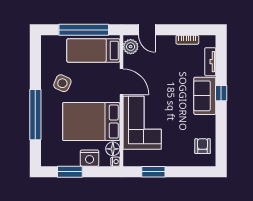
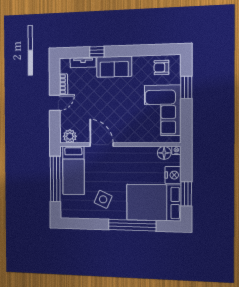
door: (147, 30) -> (55, 103), moved
door: (121, 82) -> (102, 145), hinge flipped
window: (221, 93) -> (97, 52), moved
bed: (91, 122) -> (154, 203), moved, turned 90
corner sofa: (142, 123) -> (163, 110), moved, turned -90
window: (153, 172) -> (186, 87), moved

